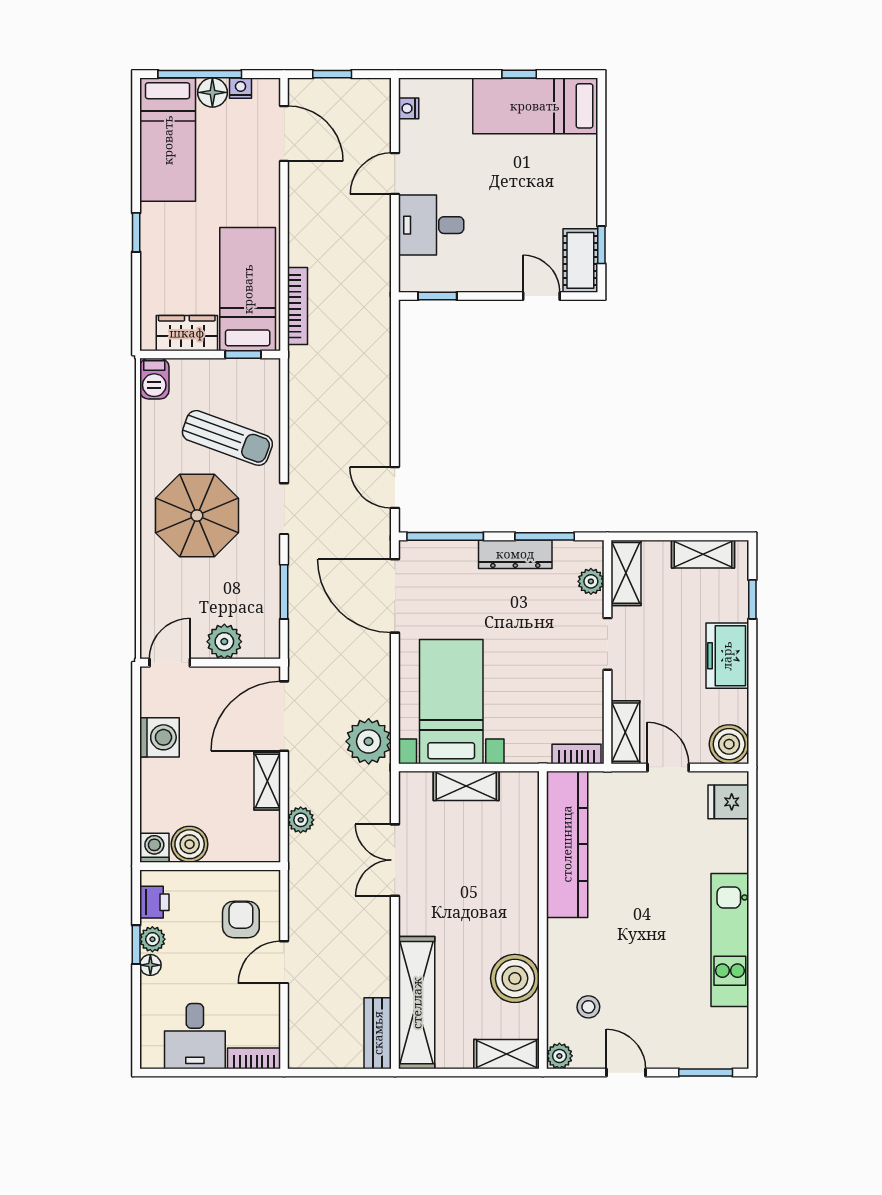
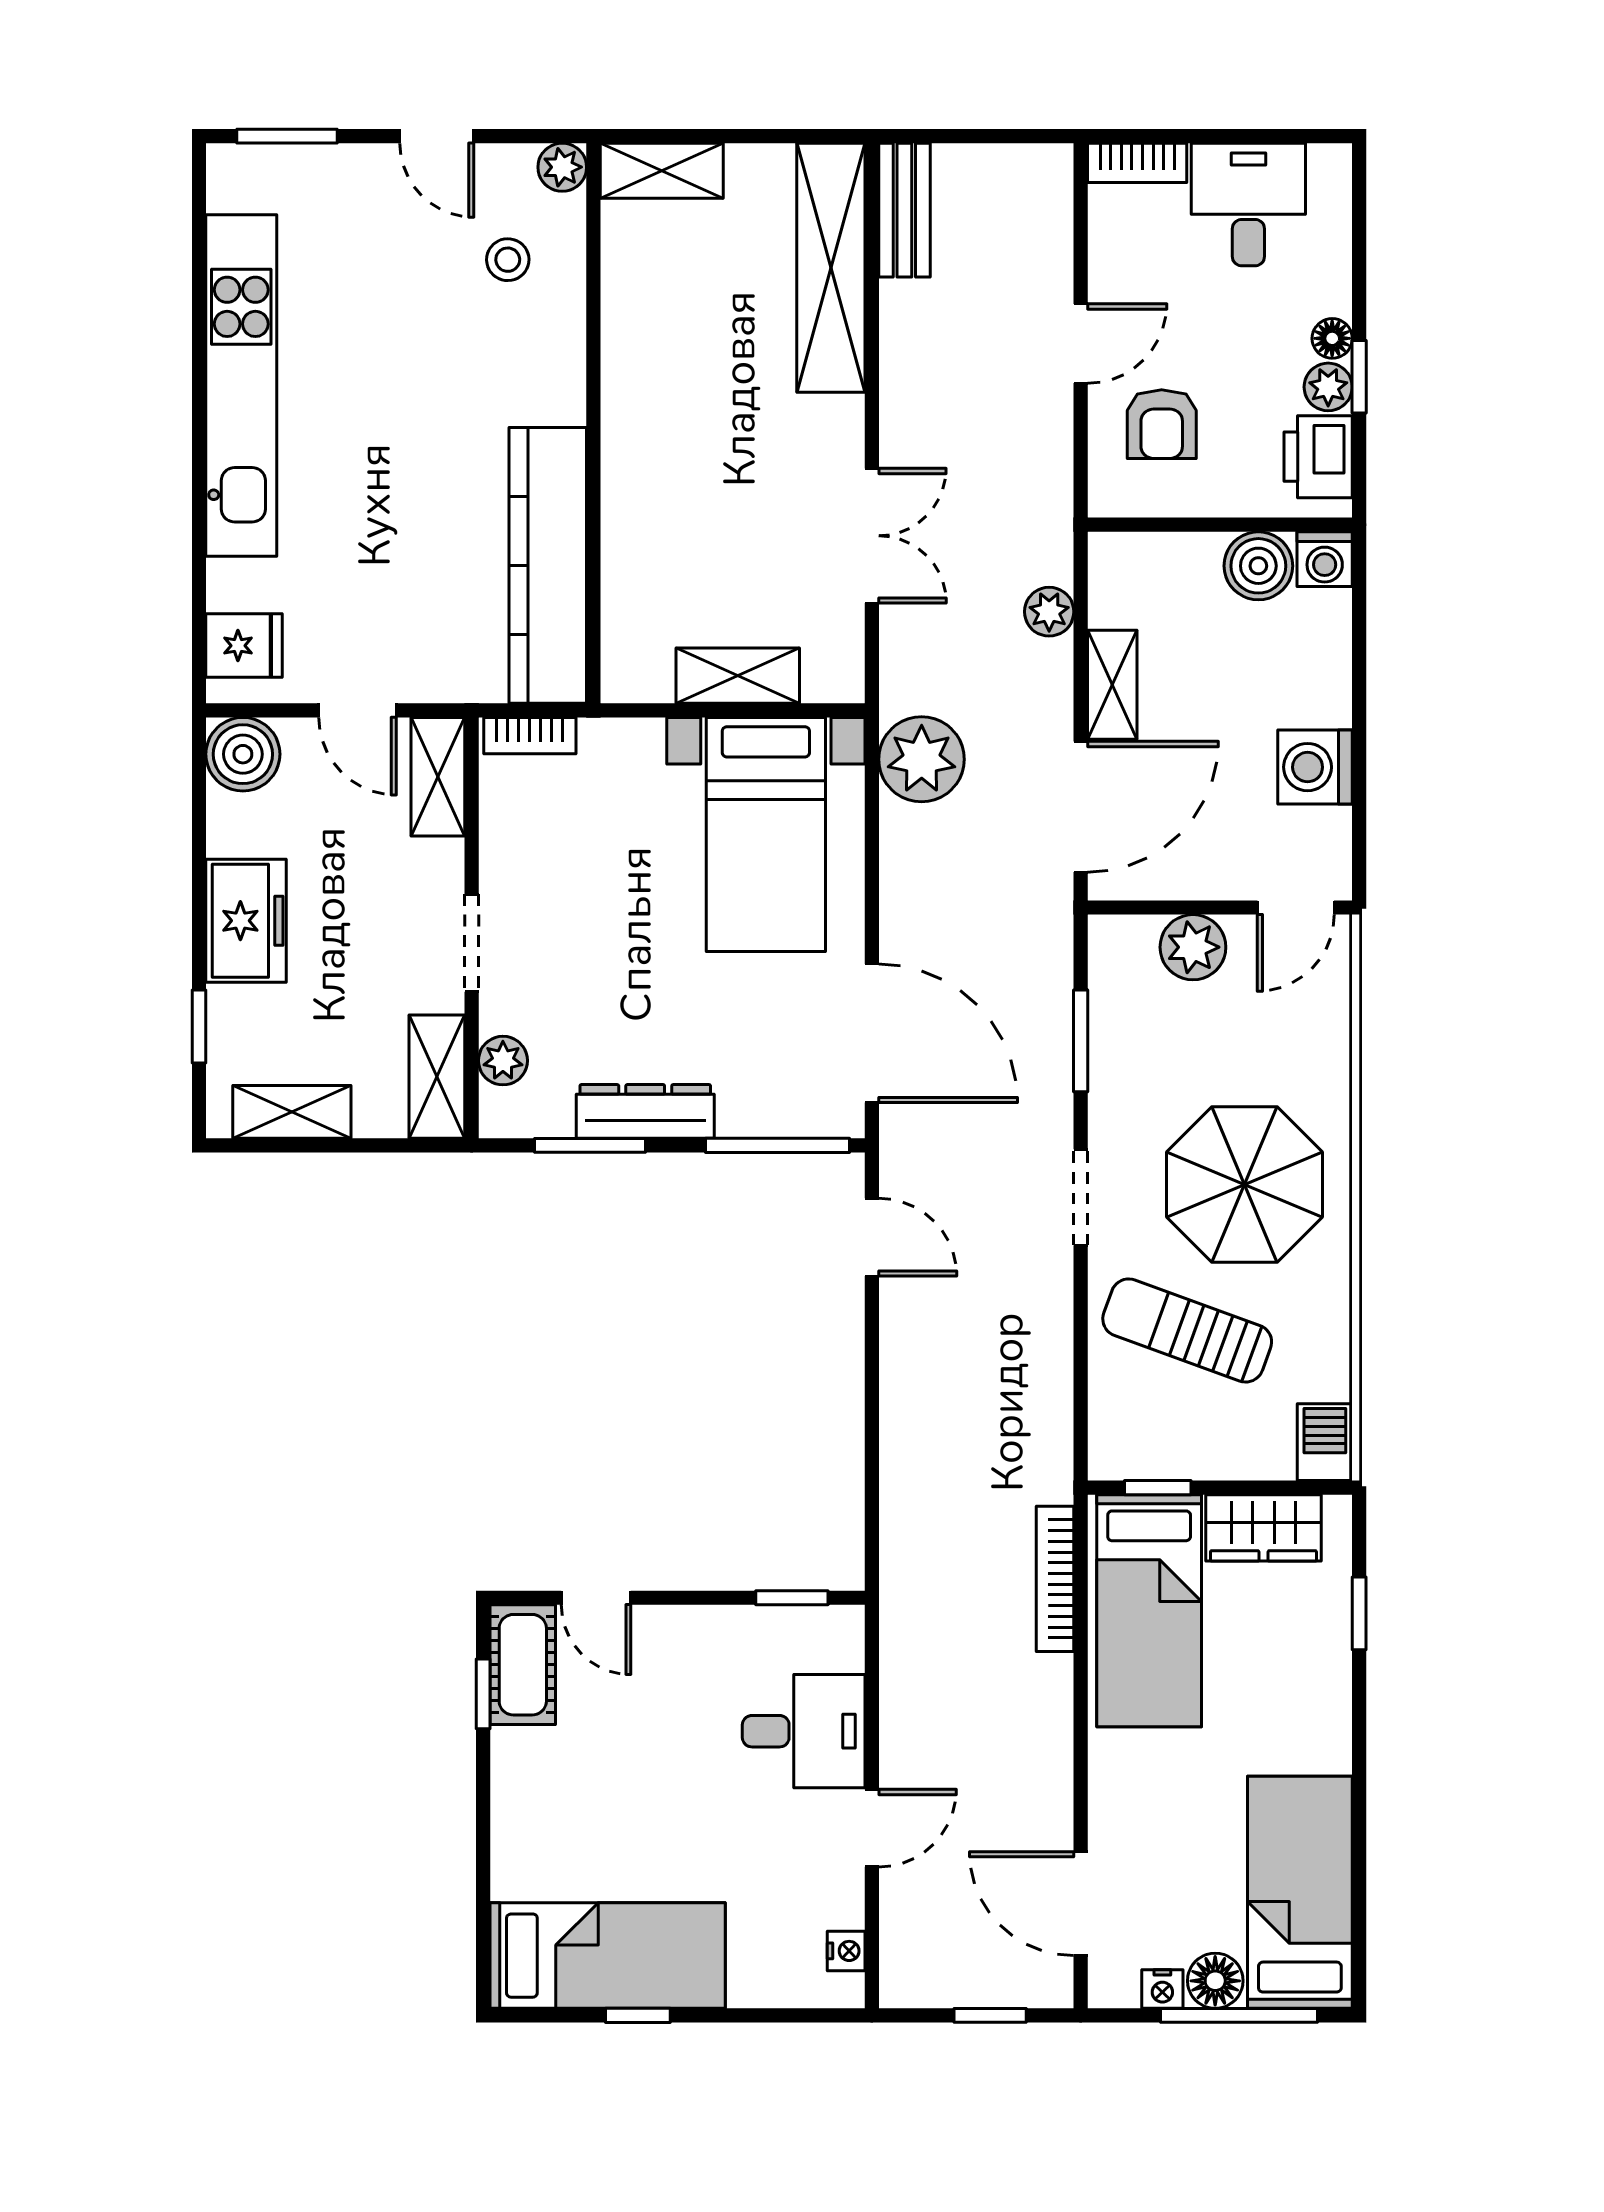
window: (136, 232) -> (1359, 1613), moved
printer: (154, 902) -> (1318, 457), width x1.36, depth x1.24
kitchen unit: (730, 940) -> (241, 385), width x1.36
boiler: (515, 978) -> (646, 313), removed

